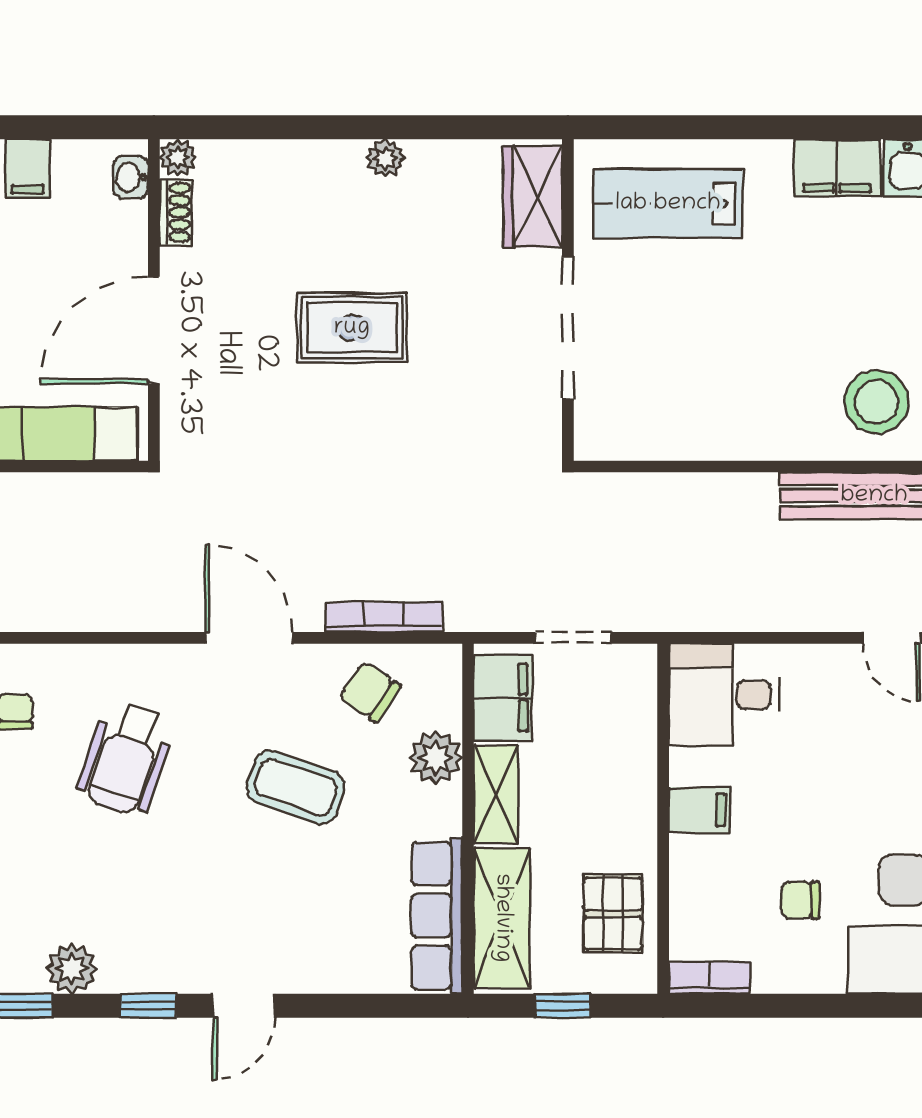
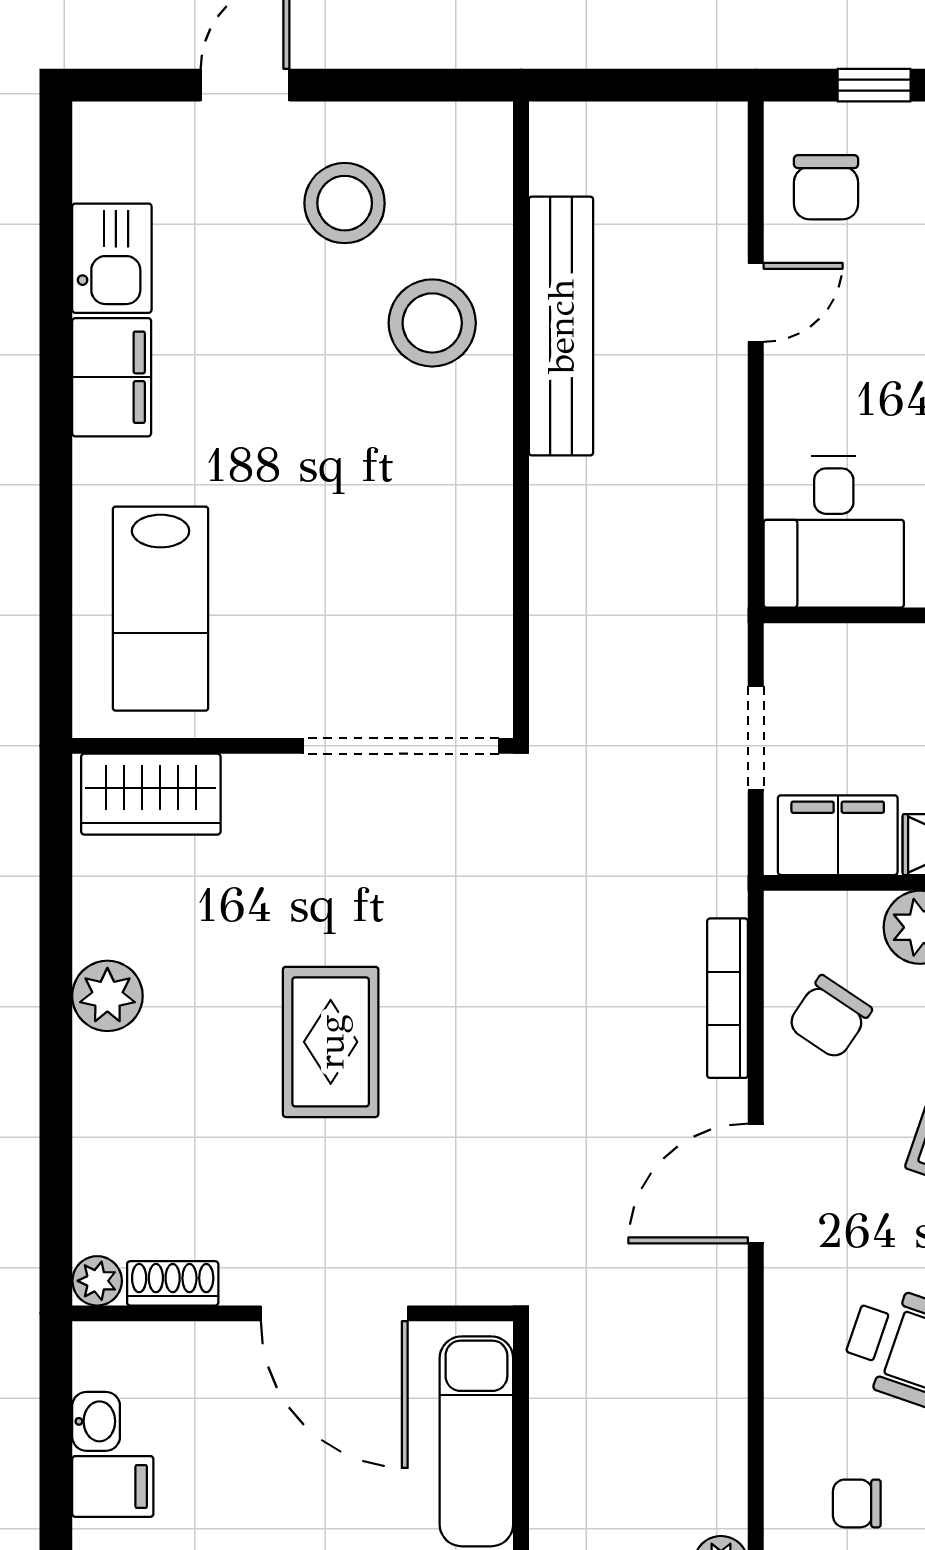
plant: (385, 158) -> (107, 996), width x1.38, depth x1.38
washbasin: (131, 177) -> (96, 1421), moved, turned -90
doorway: (568, 328) -> (401, 746), moved

